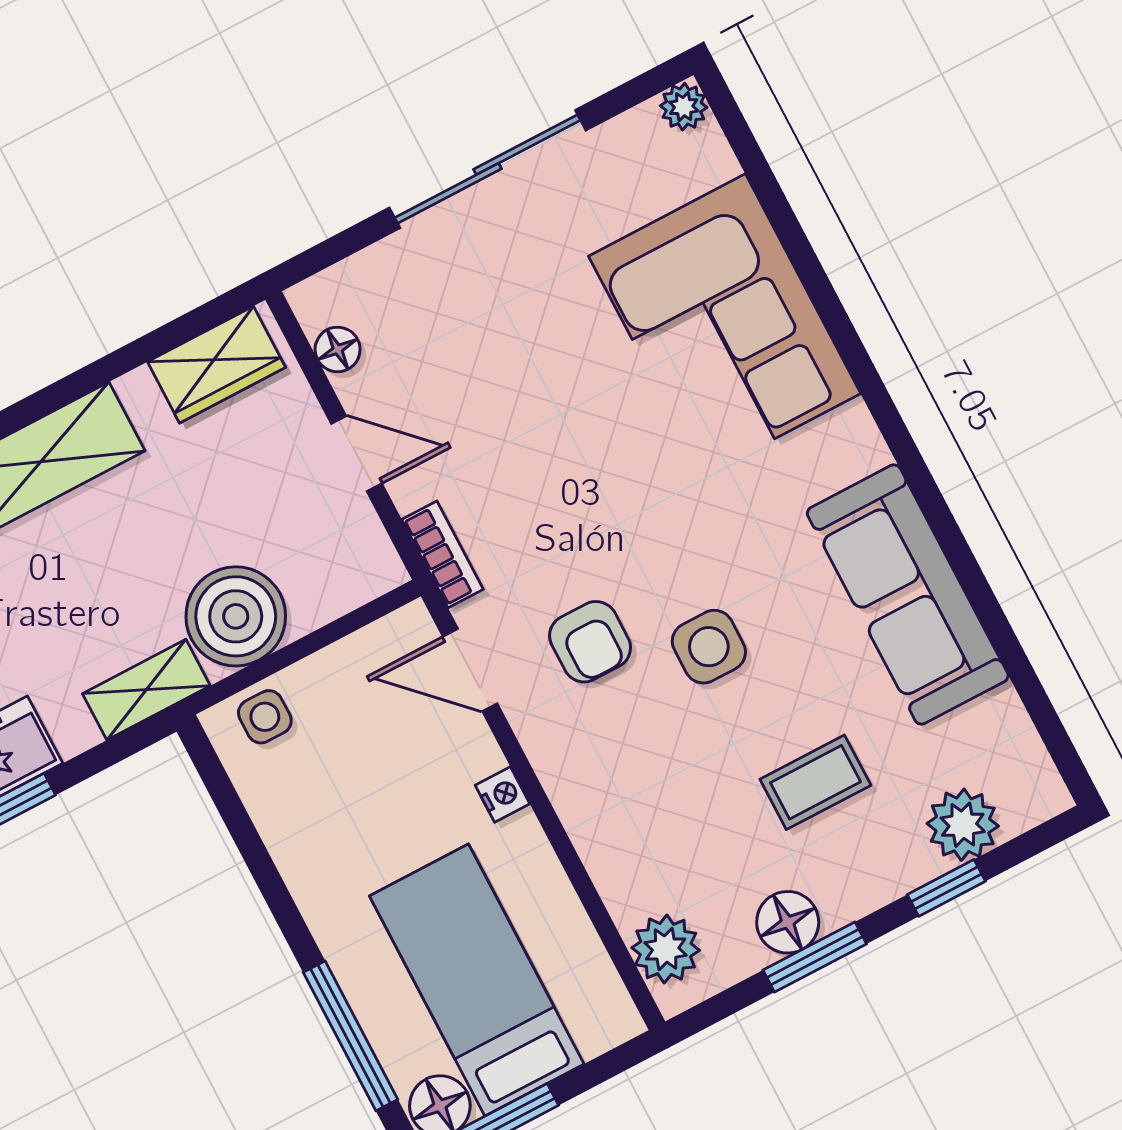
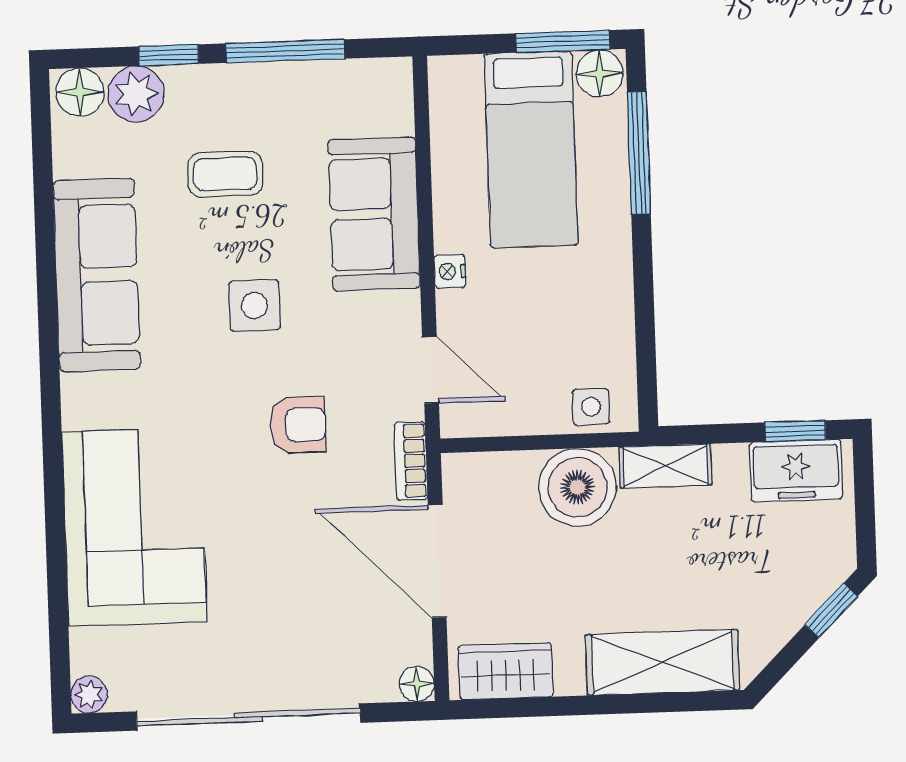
sliding door: (488, 169) -> (248, 717), width x1.36
floor lamp: (338, 349) -> (417, 684), moved
door: (356, 454) -> (437, 561), width x1.87
armchair: (590, 642) -> (298, 425), moved, turned 90
sofa: (622, 819) -> (374, 214), added
floor lamp: (788, 922) -> (80, 92), moved
plant: (666, 949) -> (387, 107), removed
window: (815, 957) -> (285, 51), width x1.44

